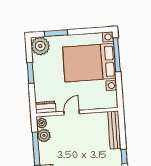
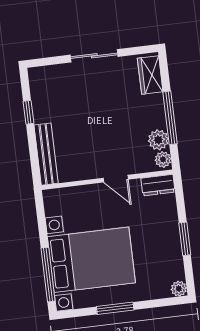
window: (56, 33) -> (115, 308), moved
plant: (40, 46) -> (179, 289), width x0.53, depth x0.53
door: (72, 113) -> (116, 179), hinge flipped

